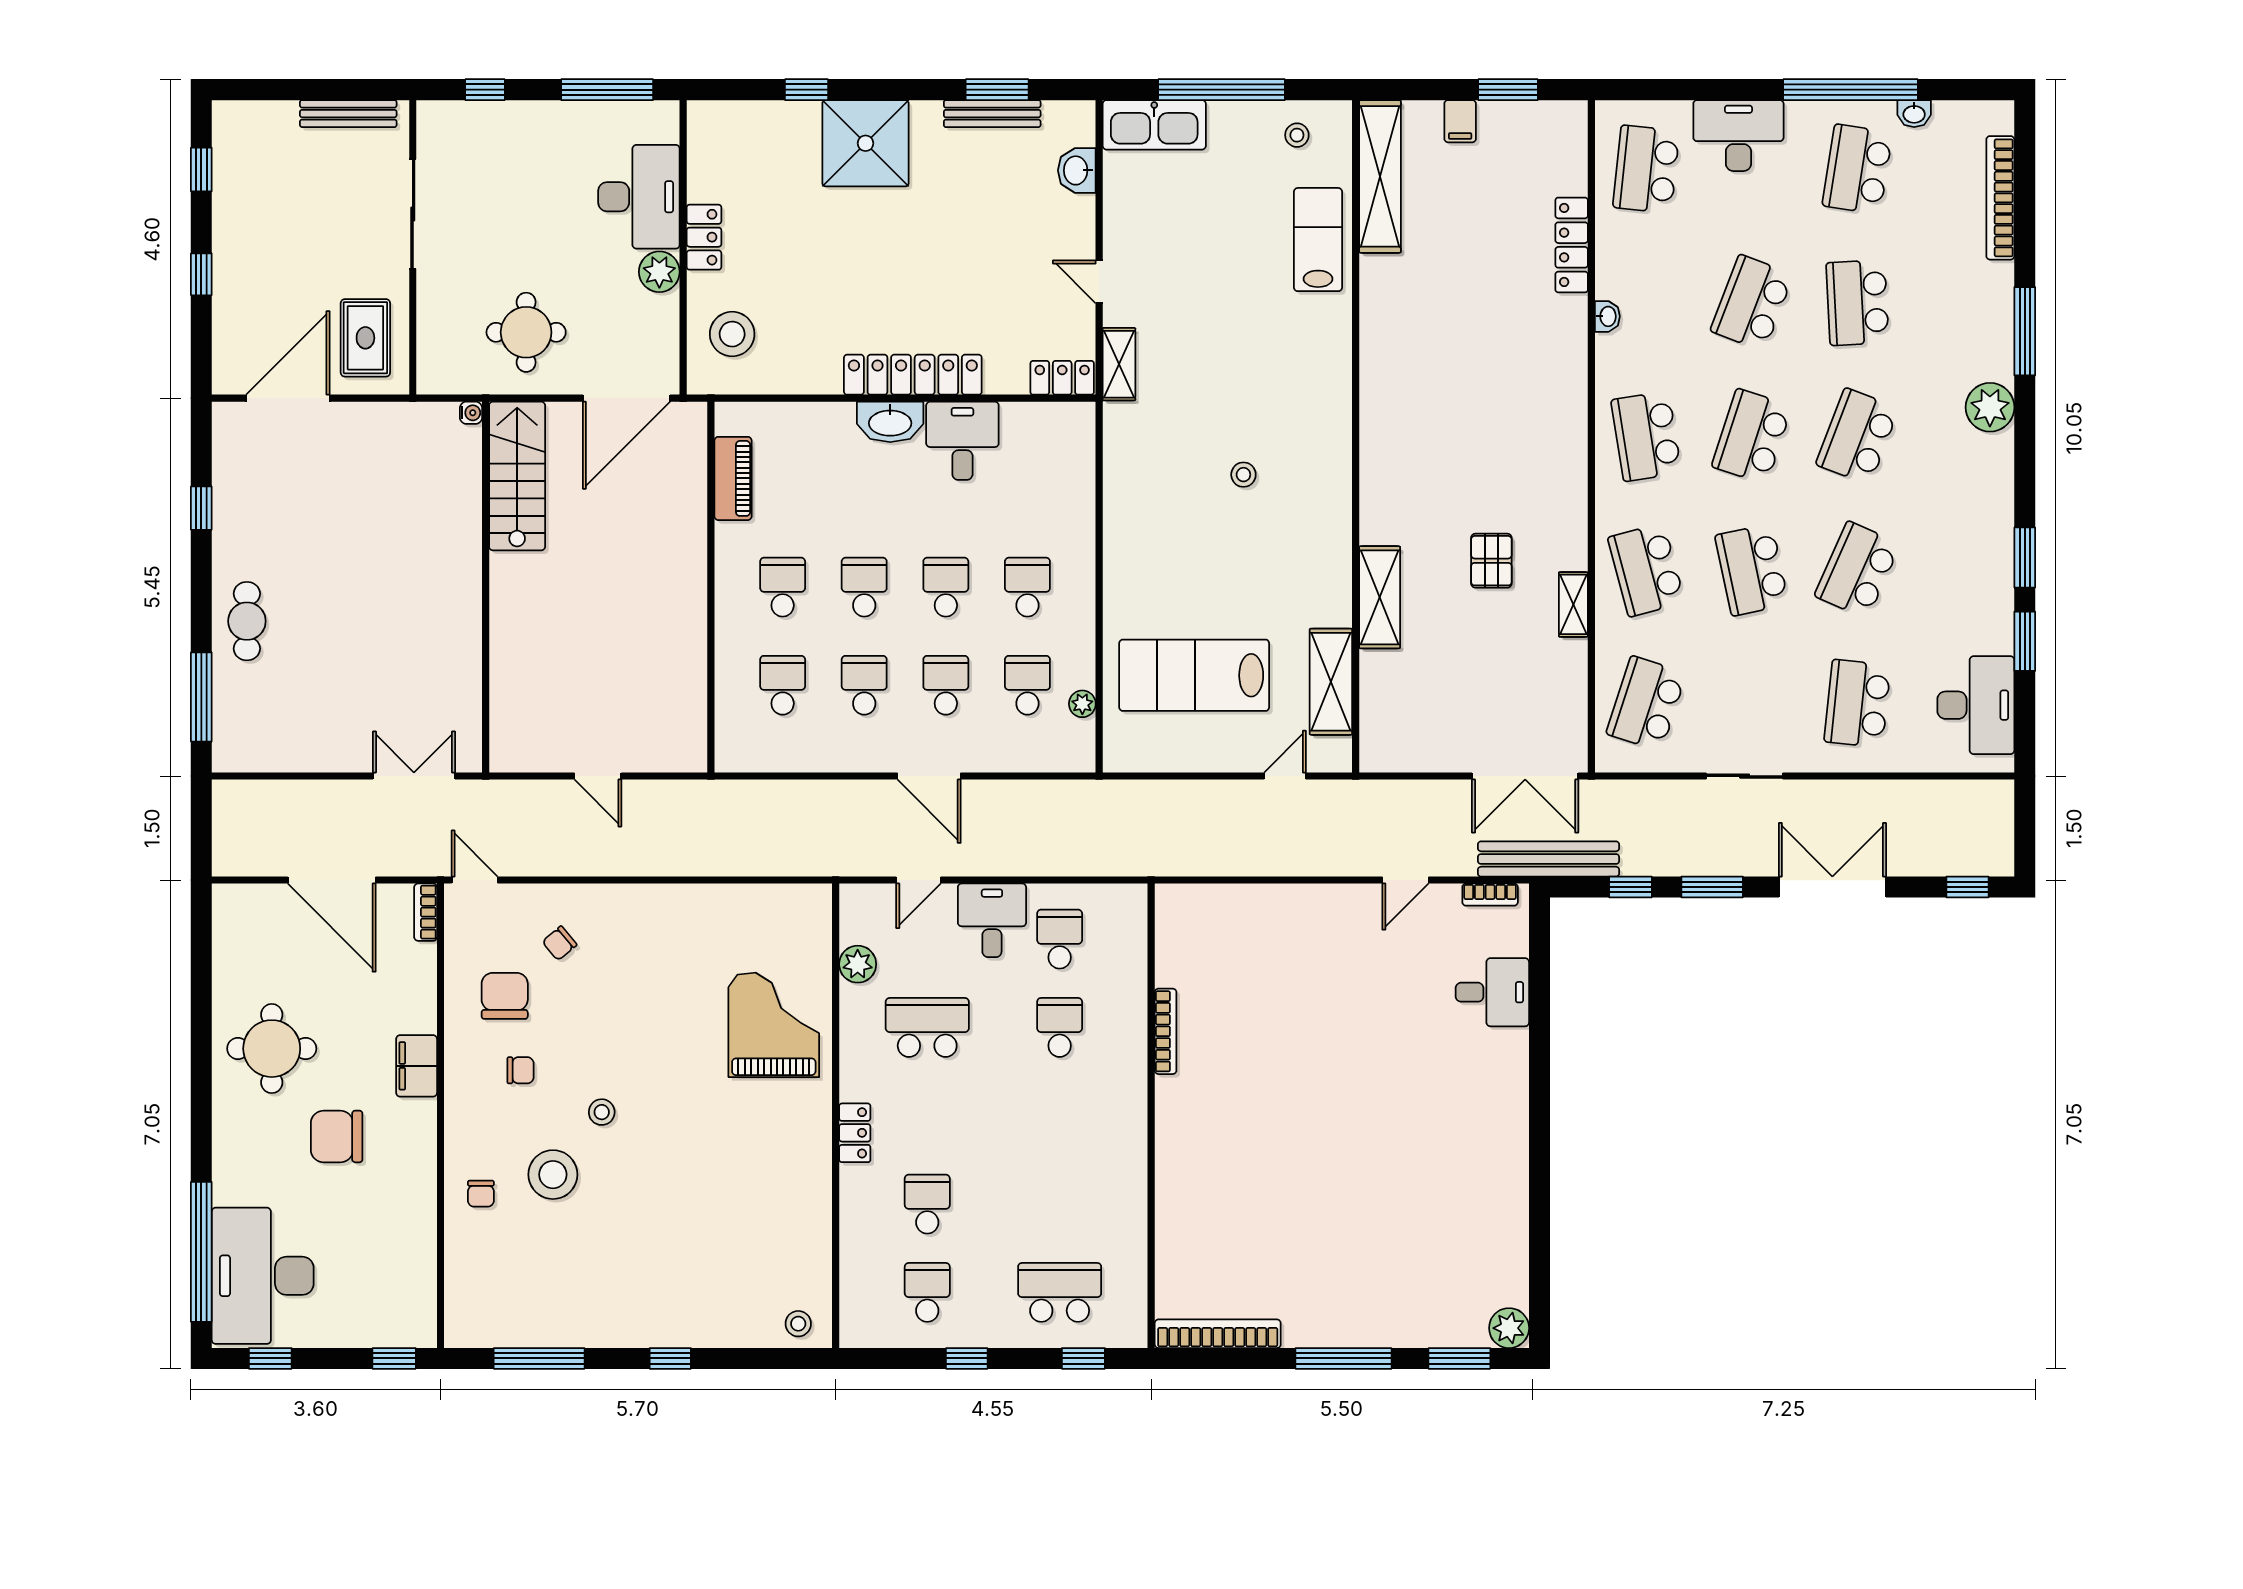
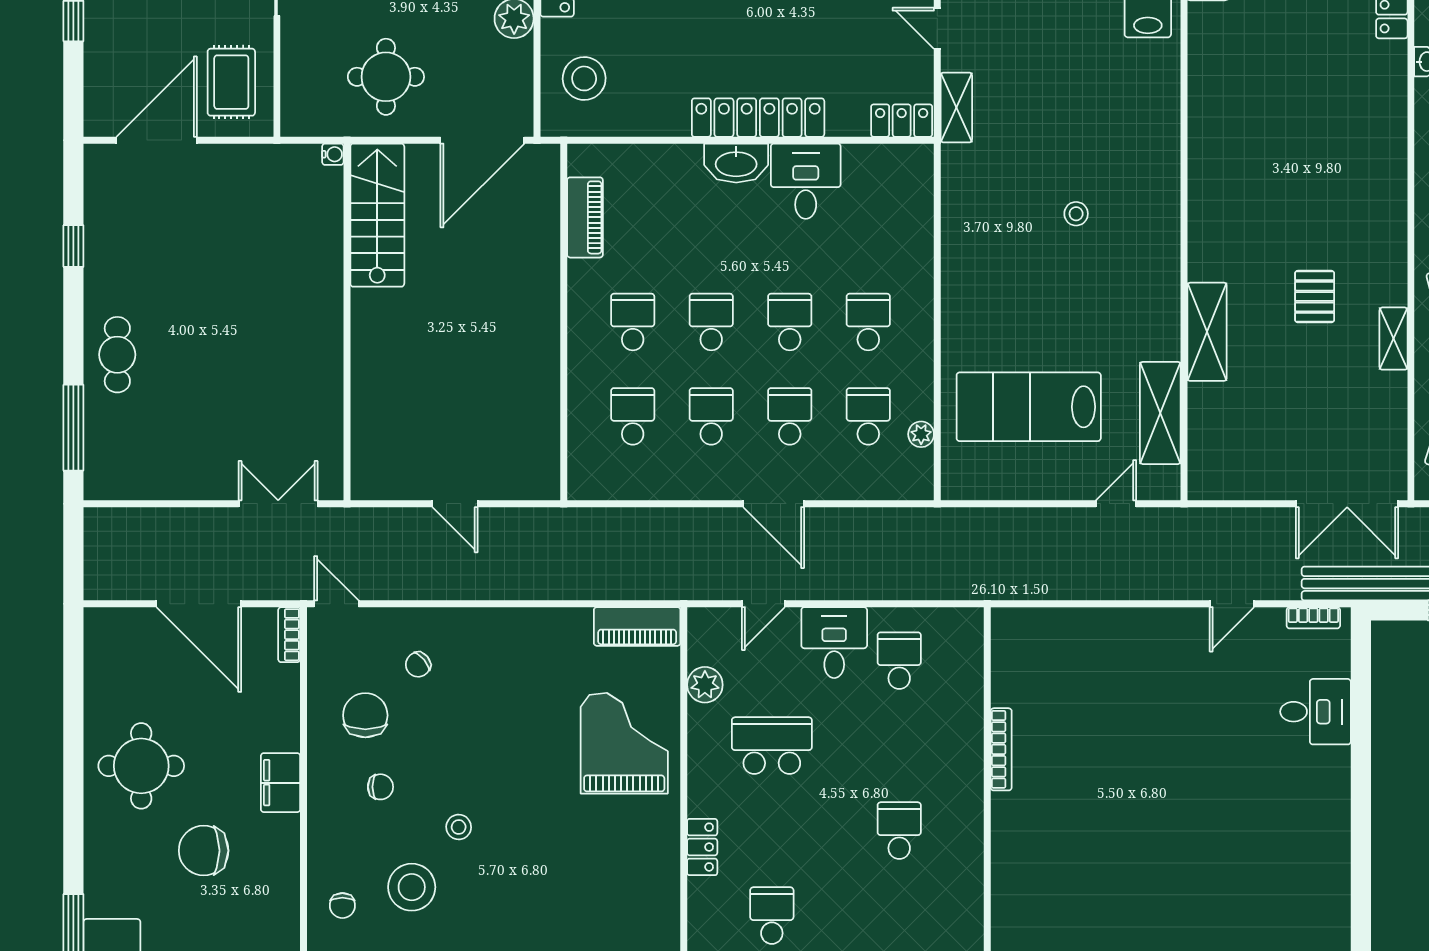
piano: (787, 904) -> (637, 626), added
school desk: (1060, 1027) -> (899, 831), moved

